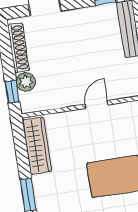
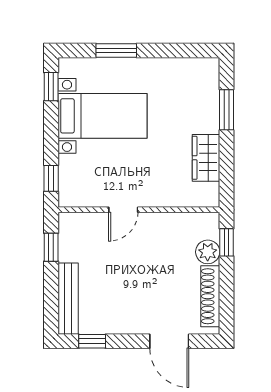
wardrobe: (37, 146) -> (206, 158), width x0.67

